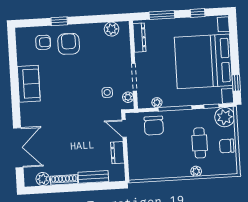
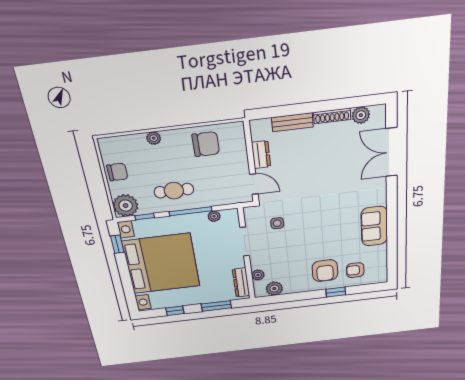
plant: (128, 97) -> (258, 275), moved
chair: (154, 126) -> (206, 144), moved, turned 90
cafe table: (200, 143) -> (174, 191), moved, turned 90

